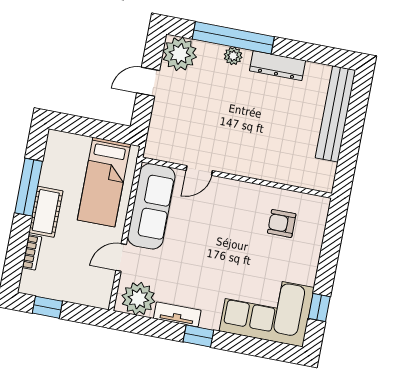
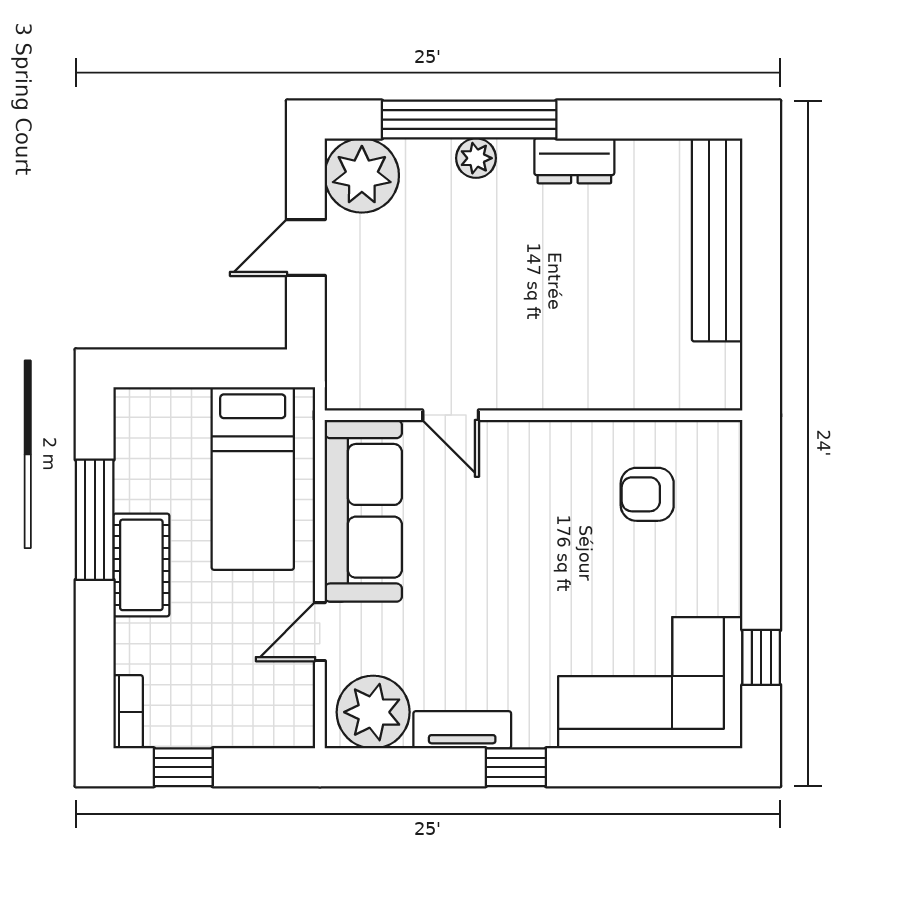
dresser: (277, 66) -> (574, 161), width x0.70
door: (199, 170) -> (451, 415), hinge flipped
bookcase: (32, 252) -> (128, 712), moved

